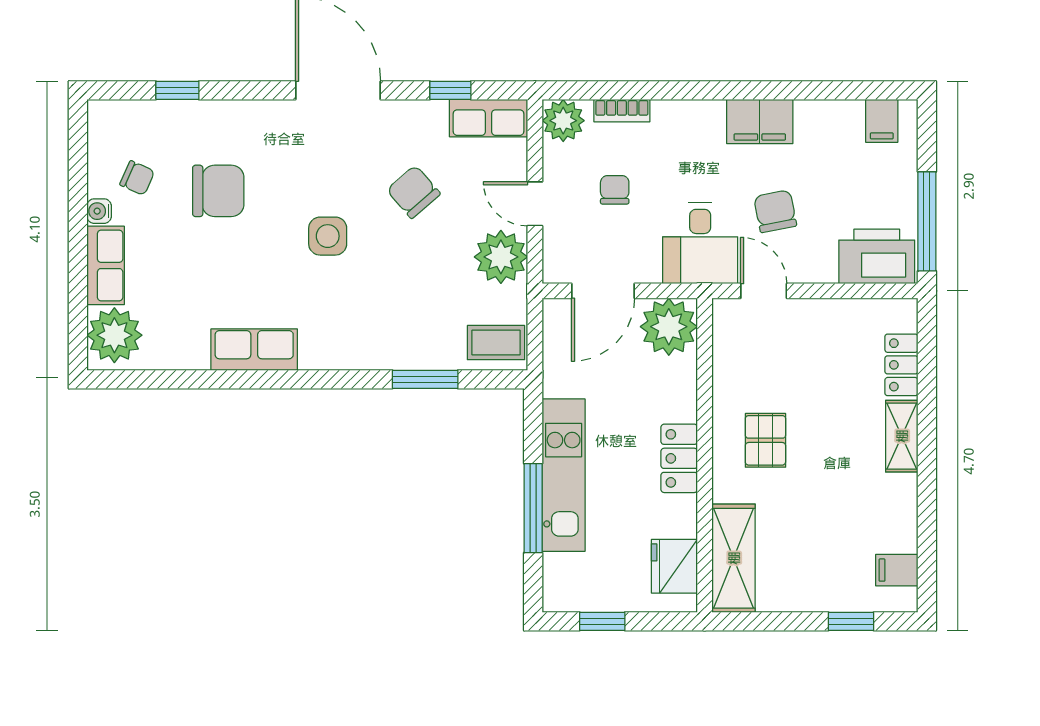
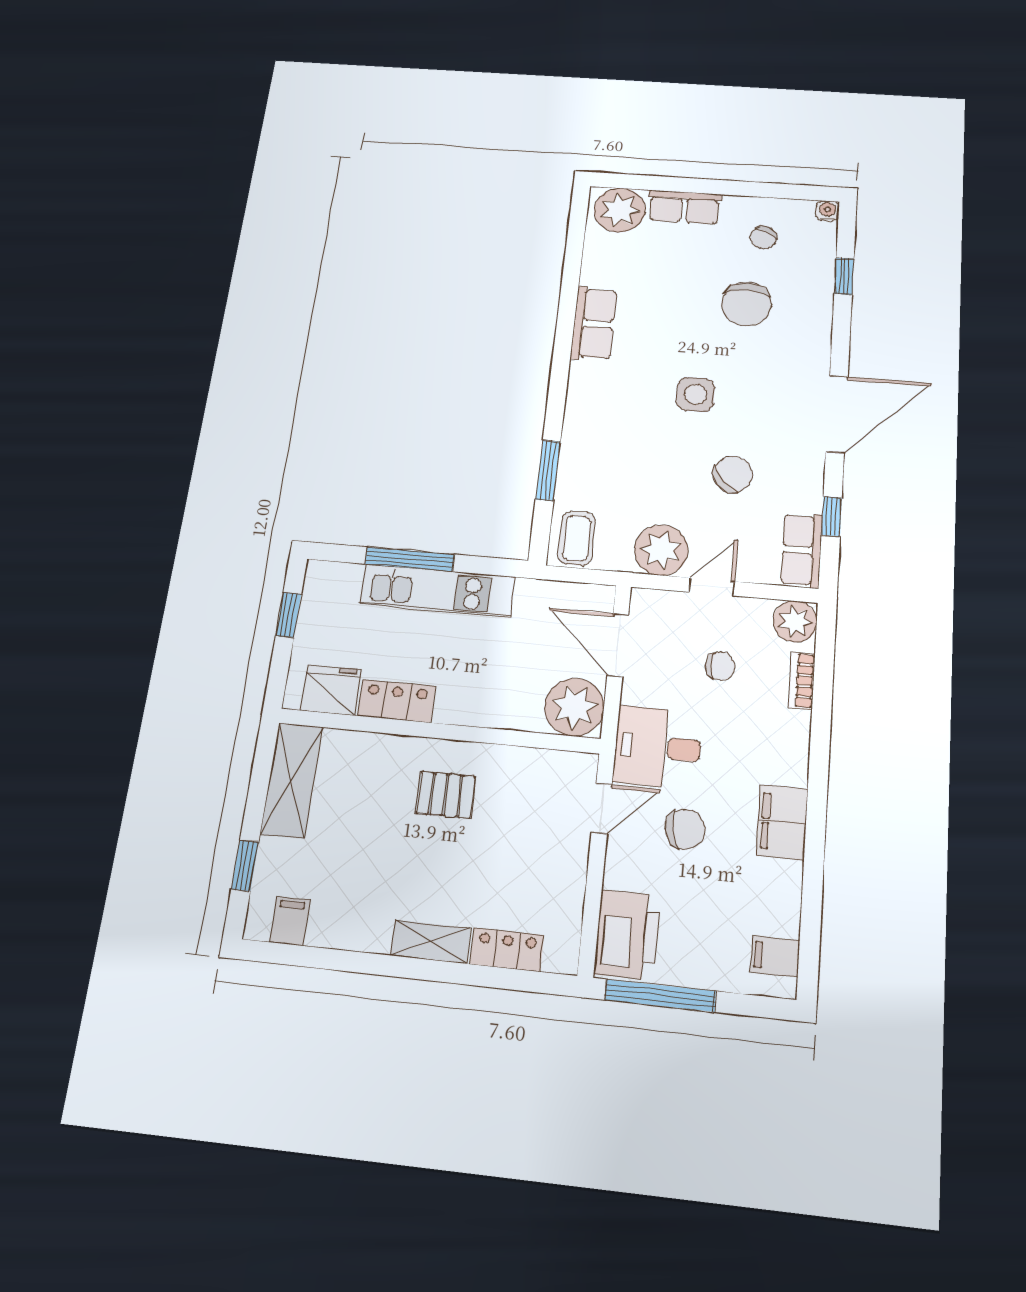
water cooler: (99, 211) -> (827, 211), moved
locker: (679, 458) -> (396, 701), moved
shelving: (734, 558) -> (291, 780), moved, turned 90

